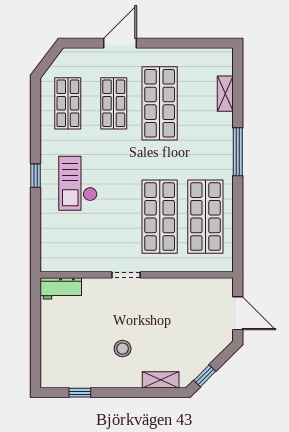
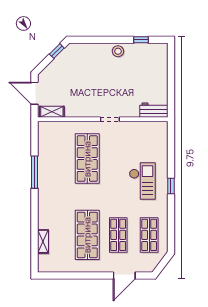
door: (120, 43) -> (124, 275), moved
window: (238, 152) -> (34, 172), moved
shop shelf: (205, 217) -> (56, 159), removed
stool: (123, 349) -> (118, 51), moved
shelving: (161, 380) -> (52, 112), moved

